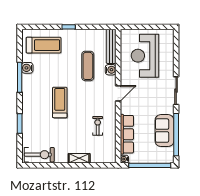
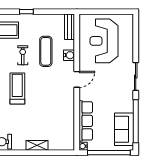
bench: (111, 46) -> (70, 27), width x0.73
exercise bike: (98, 126) -> (23, 55), moved
sofa: (164, 131) -> (124, 129), moved

